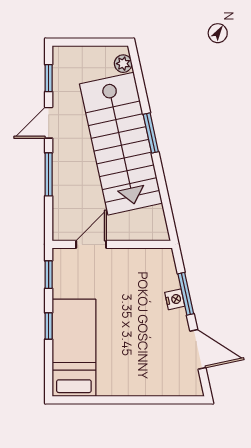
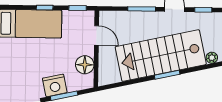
floor lamp: (137, 262) -> (85, 65), added
nightstand: (175, 299) -> (55, 85), width x1.89, depth x1.79

